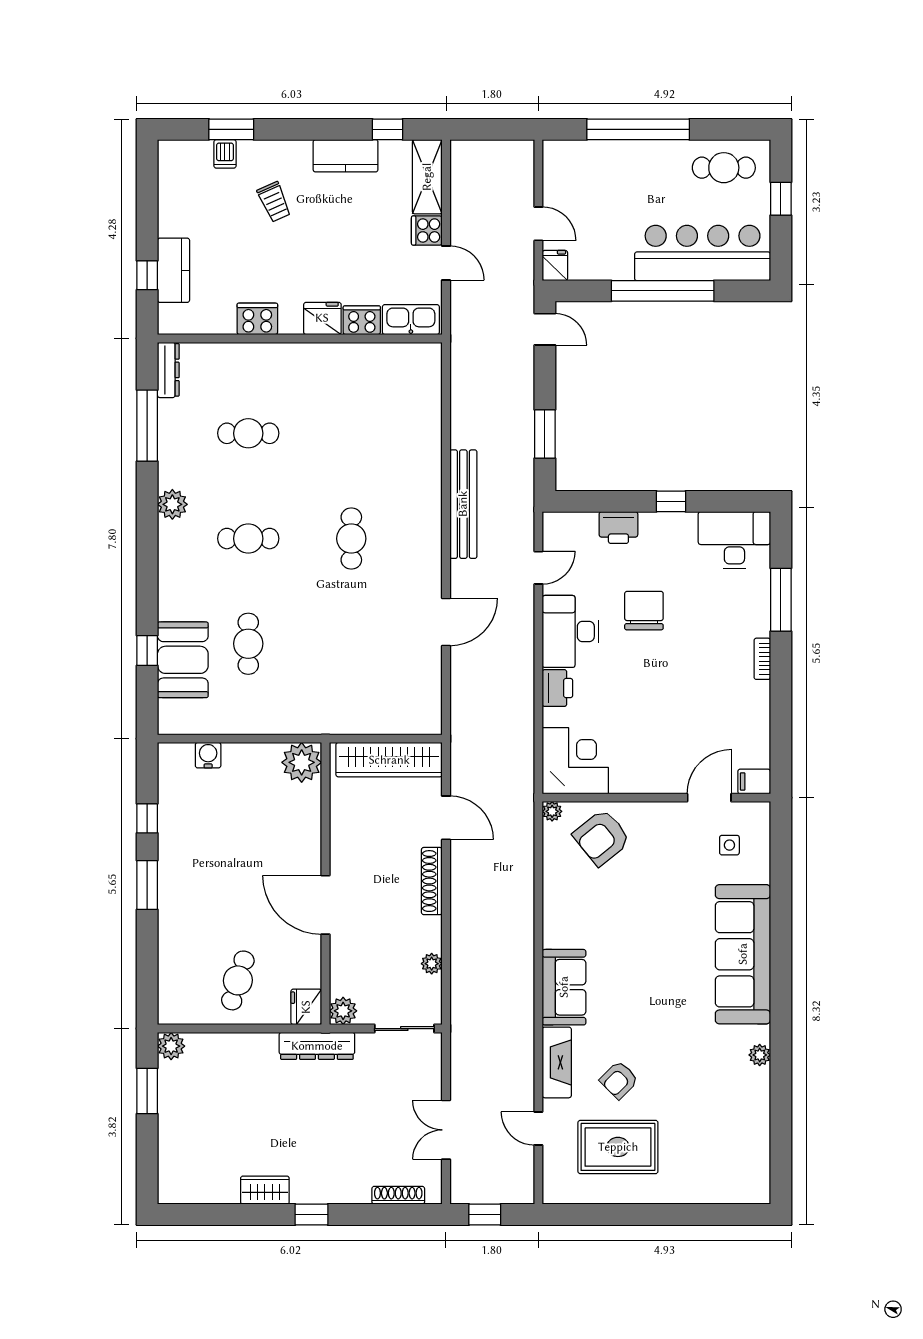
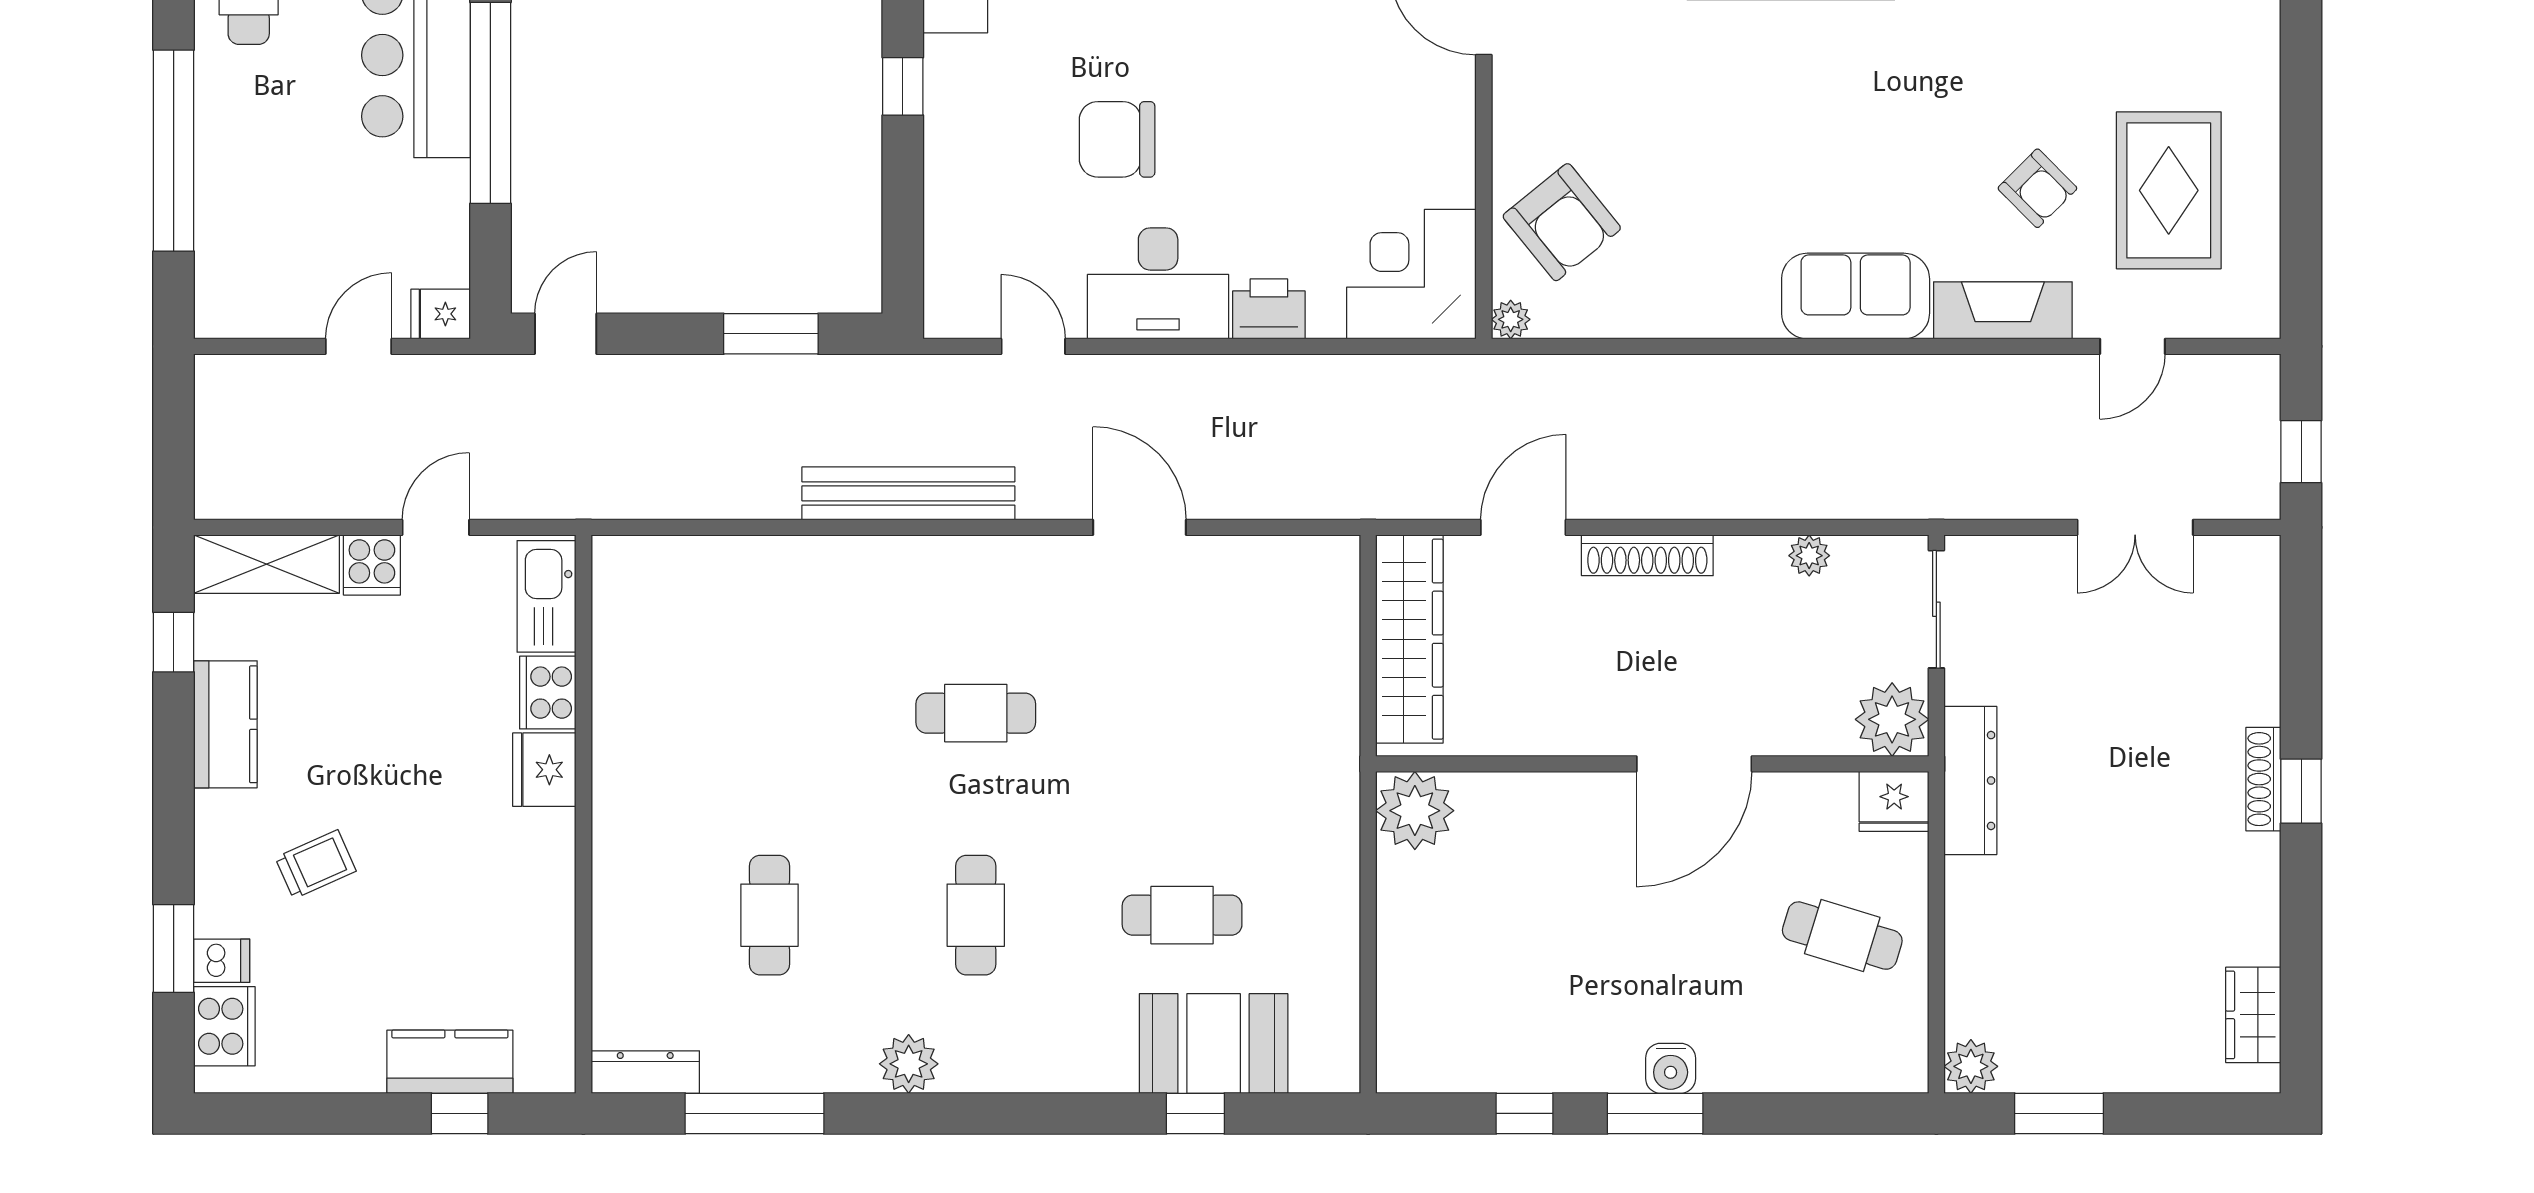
cooker: (257, 319) -> (224, 1026), moved, turned 180
printer: (618, 528) -> (954, 189), removed
water cooler: (208, 755) -> (1671, 1068), moved, turned -90
plant: (343, 1011) -> (1892, 719), width x1.36, depth x1.36
wardrobe: (265, 1190) -> (2253, 1015), moved
shoe rack: (398, 1195) -> (2263, 779), moved

